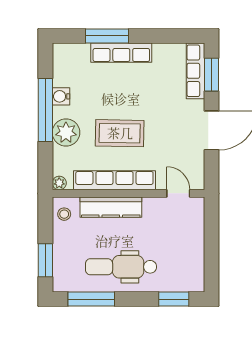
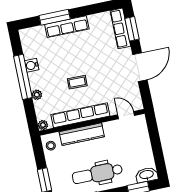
plant: (66, 133) -> (37, 95), width x0.53, depth x0.53
coffee table: (120, 133) -> (77, 82), width x0.54, depth x0.58
washbasin: (189, 283) -> (147, 175), added

